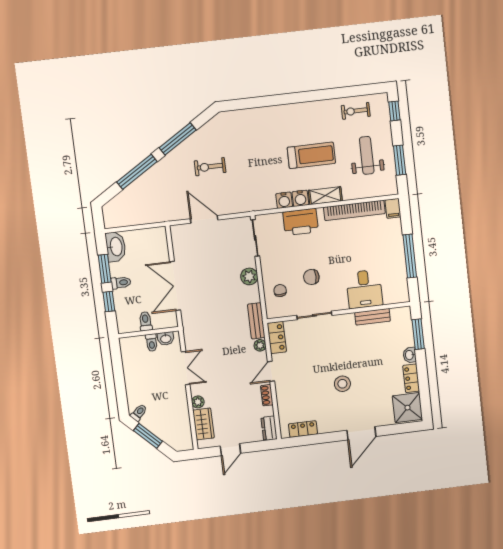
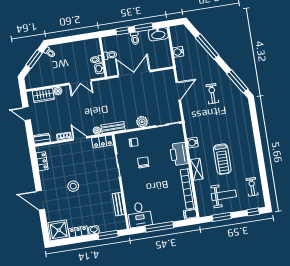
window: (178, 139) -> (237, 81), moved
water cooler: (300, 198) -> (178, 52), moved
desk: (364, 289) -> (140, 215), moved, turned -90

